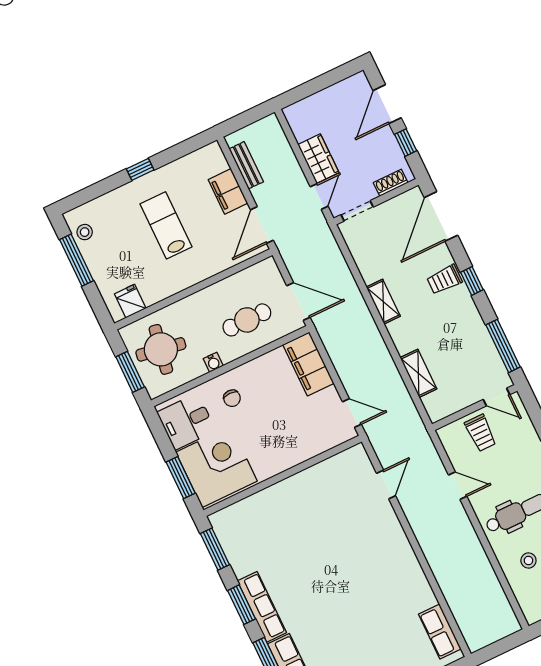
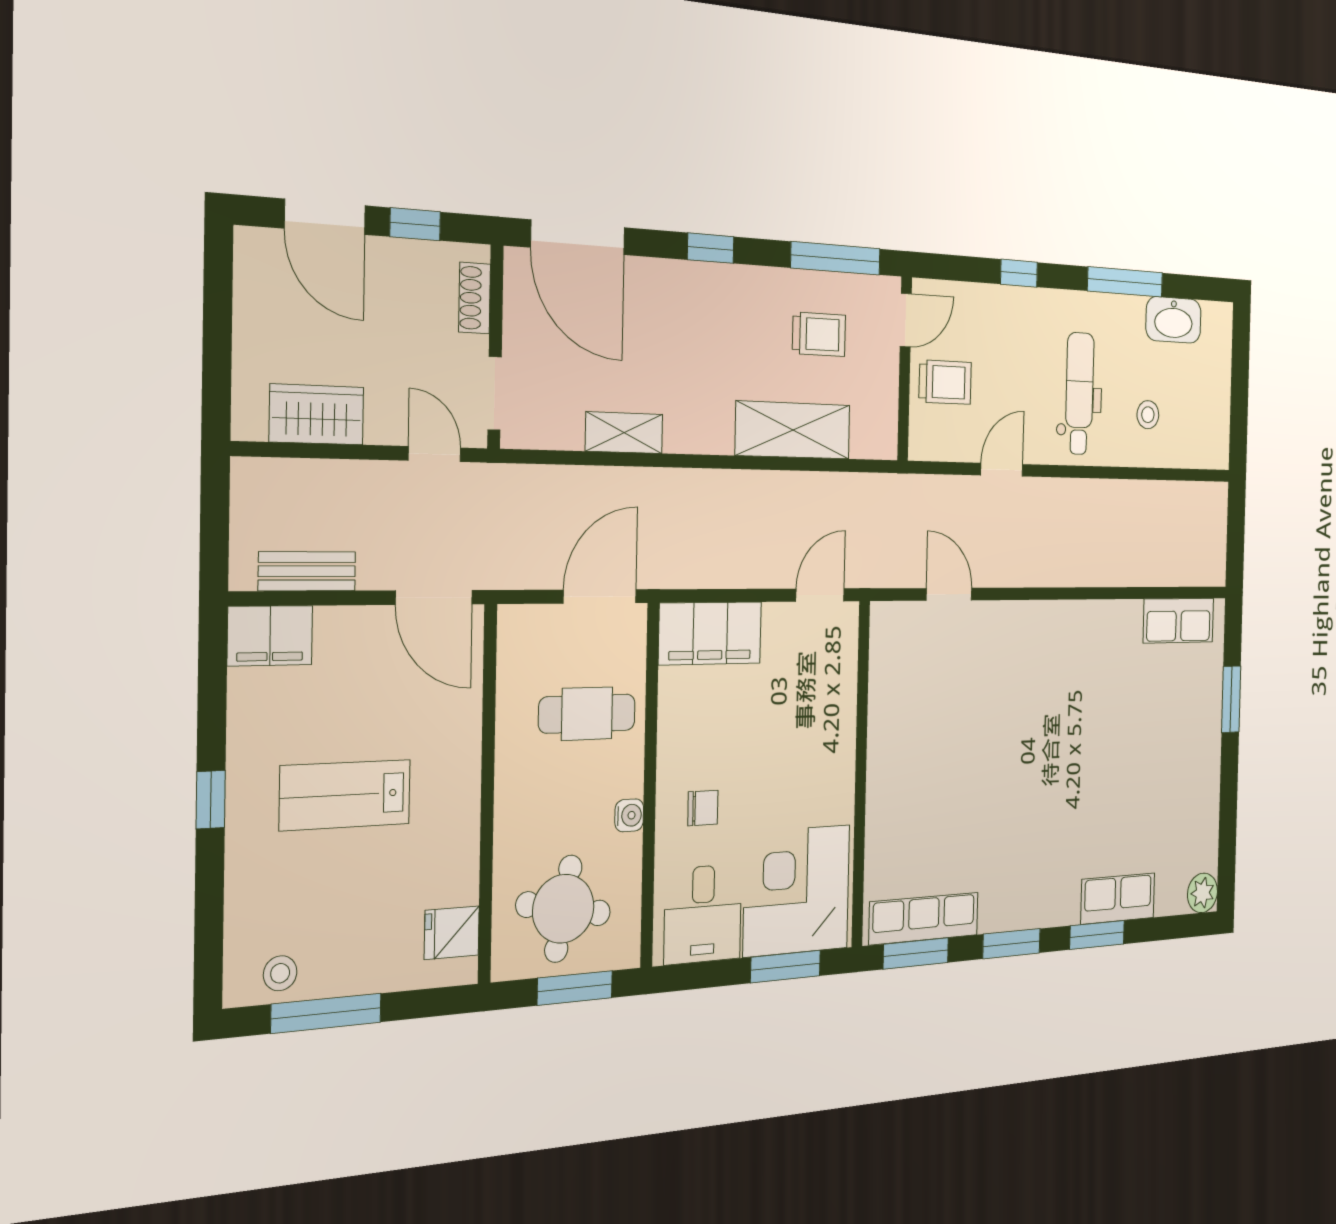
wardrobe: (318, 159) -> (317, 414), moved
filing cabinet: (228, 191) -> (270, 636), moved
trolley: (444, 279) -> (819, 334), moved, turned -90
shelving: (383, 302) -> (624, 433), moved
cafe table: (247, 320) -> (587, 714), turned 90
shelving: (418, 373) -> (793, 430), width x1.50, depth x1.33
row of seats: (262, 607) -> (924, 919), moved

